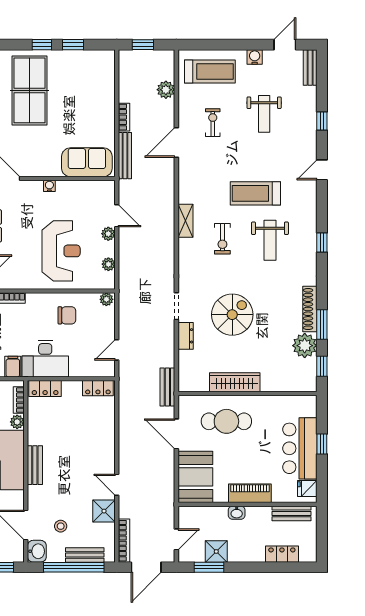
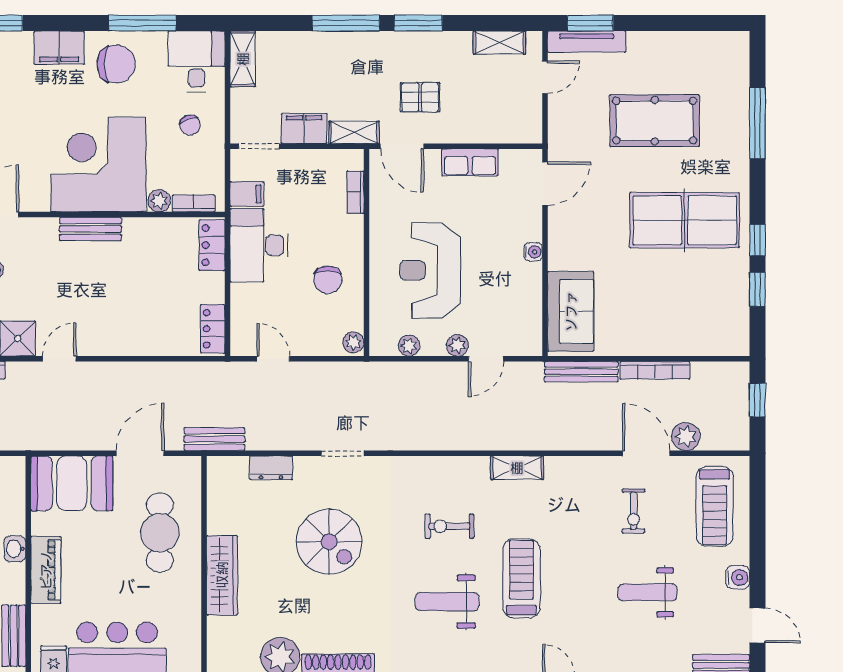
bookcase: (124, 117) -> (655, 370), width x1.56
exercise bike: (213, 123) -> (634, 511), turned 90
door: (176, 143) -> (646, 453), moved
shelving: (185, 221) -> (517, 468), moved
reception desk: (61, 251) -> (430, 270), turned 90
dresser: (186, 336) -> (271, 468), moved
wardrobe: (235, 382) -> (222, 575), moved

